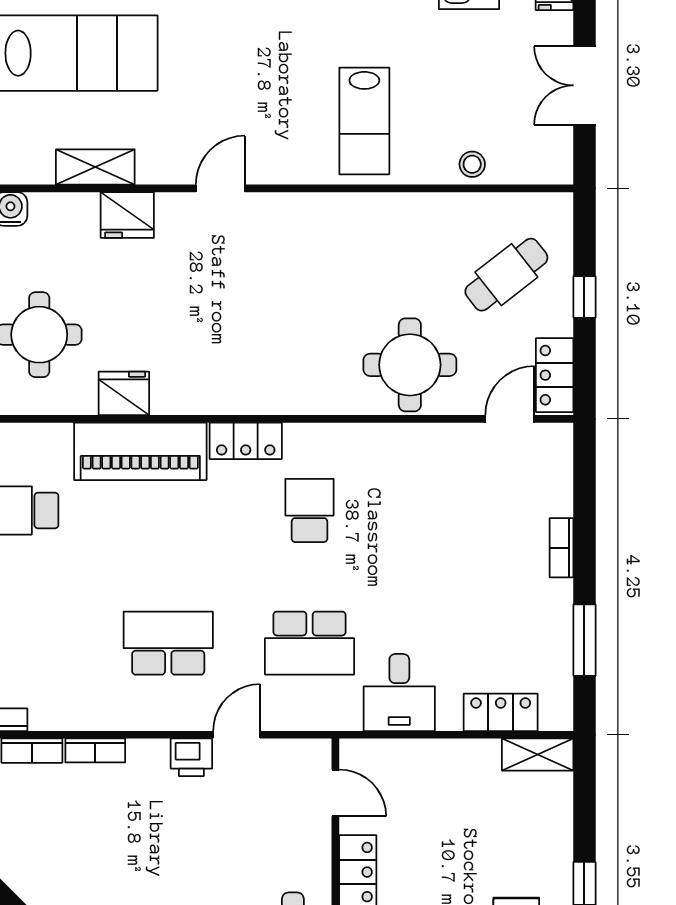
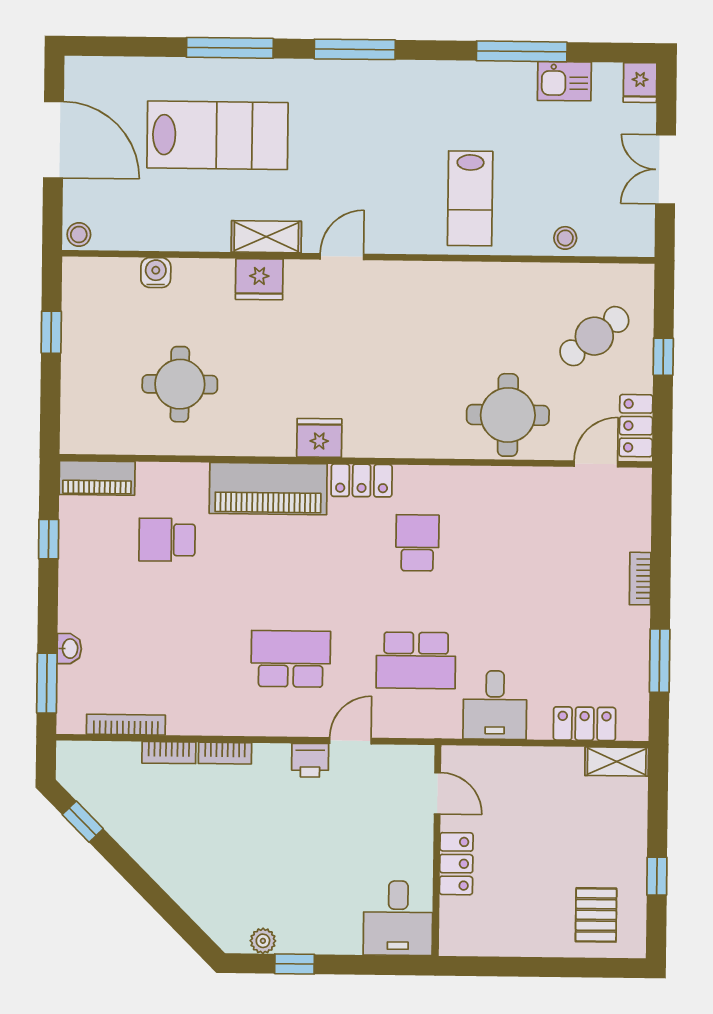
shelving: (95, 167) -> (266, 237), moved
fridge: (124, 393) -> (319, 438), moved

